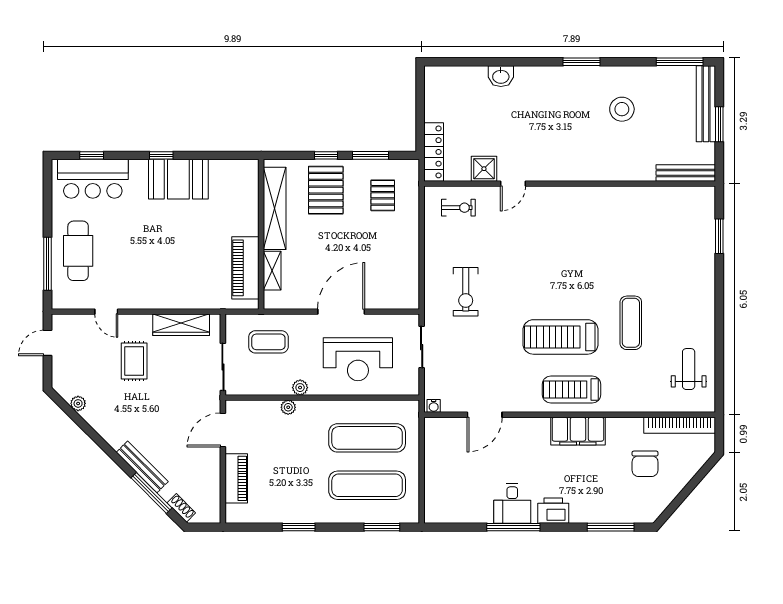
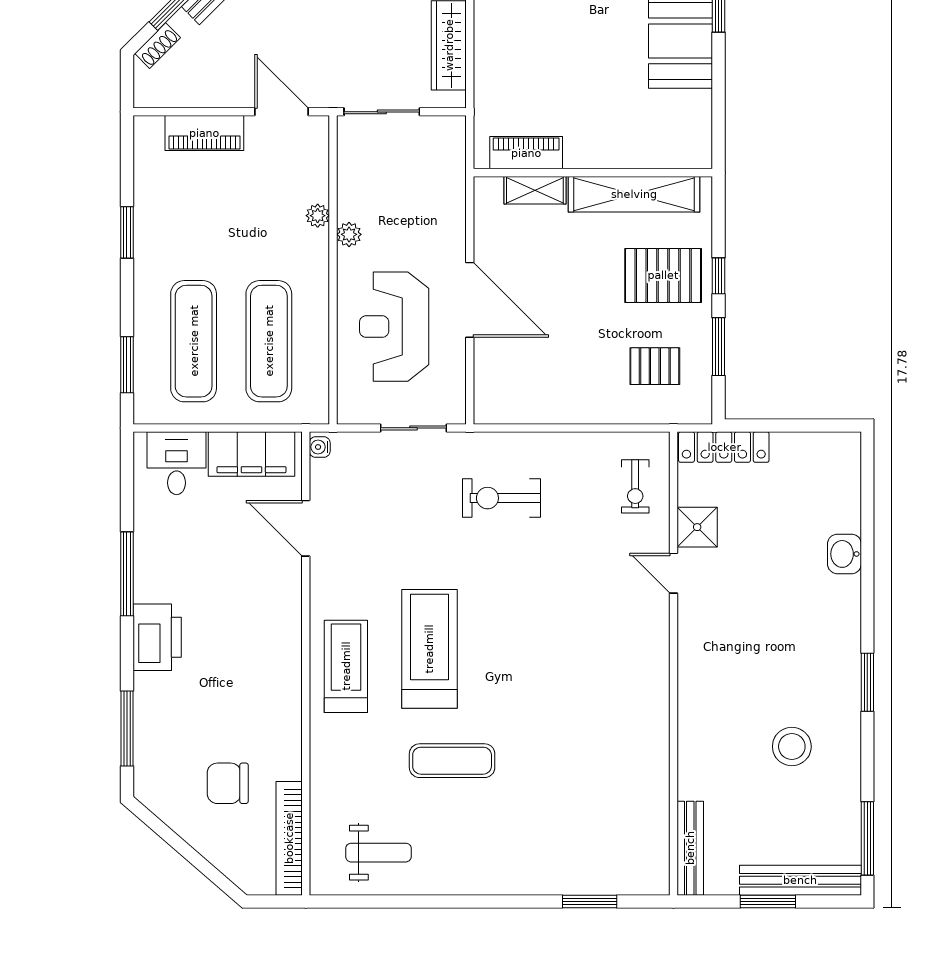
piano: (245, 268) -> (526, 153), width x0.73, depth x0.75
coffee table: (268, 342) -> (422, 184), removed
filing cabinet: (578, 431) -> (251, 454), moved, turned -90
desk: (512, 503) -> (177, 463), moved, turned 90
printer: (553, 511) -> (157, 637), width x1.37, depth x1.19

